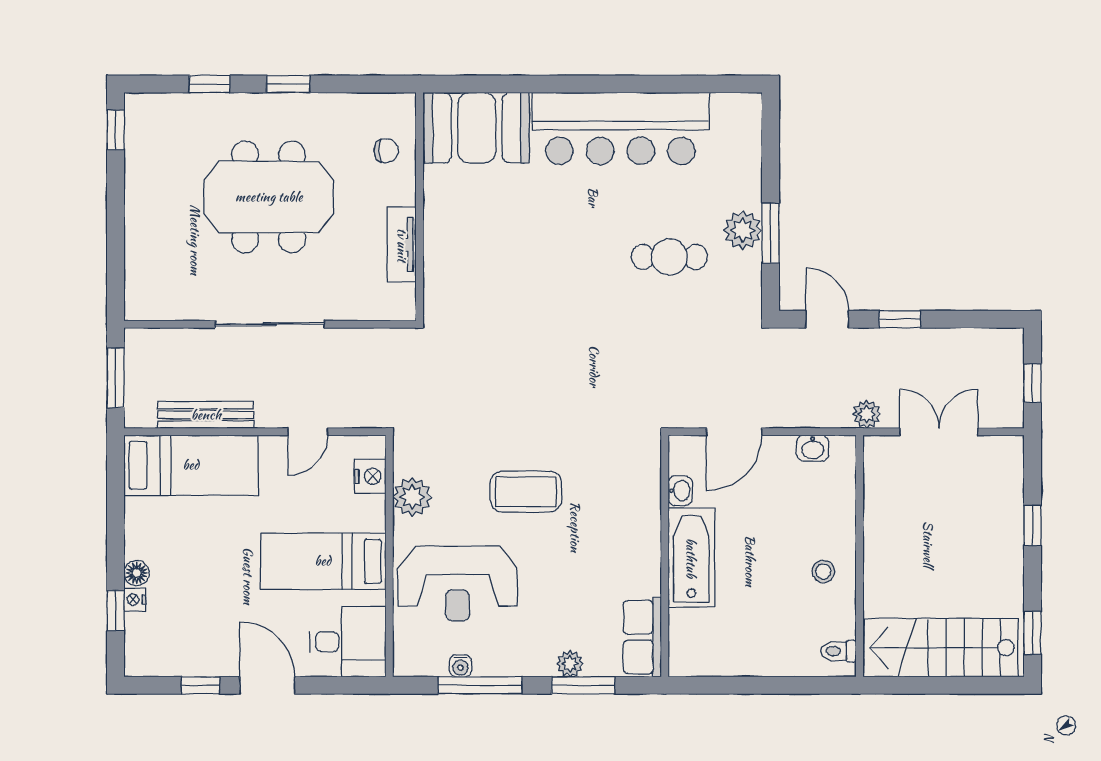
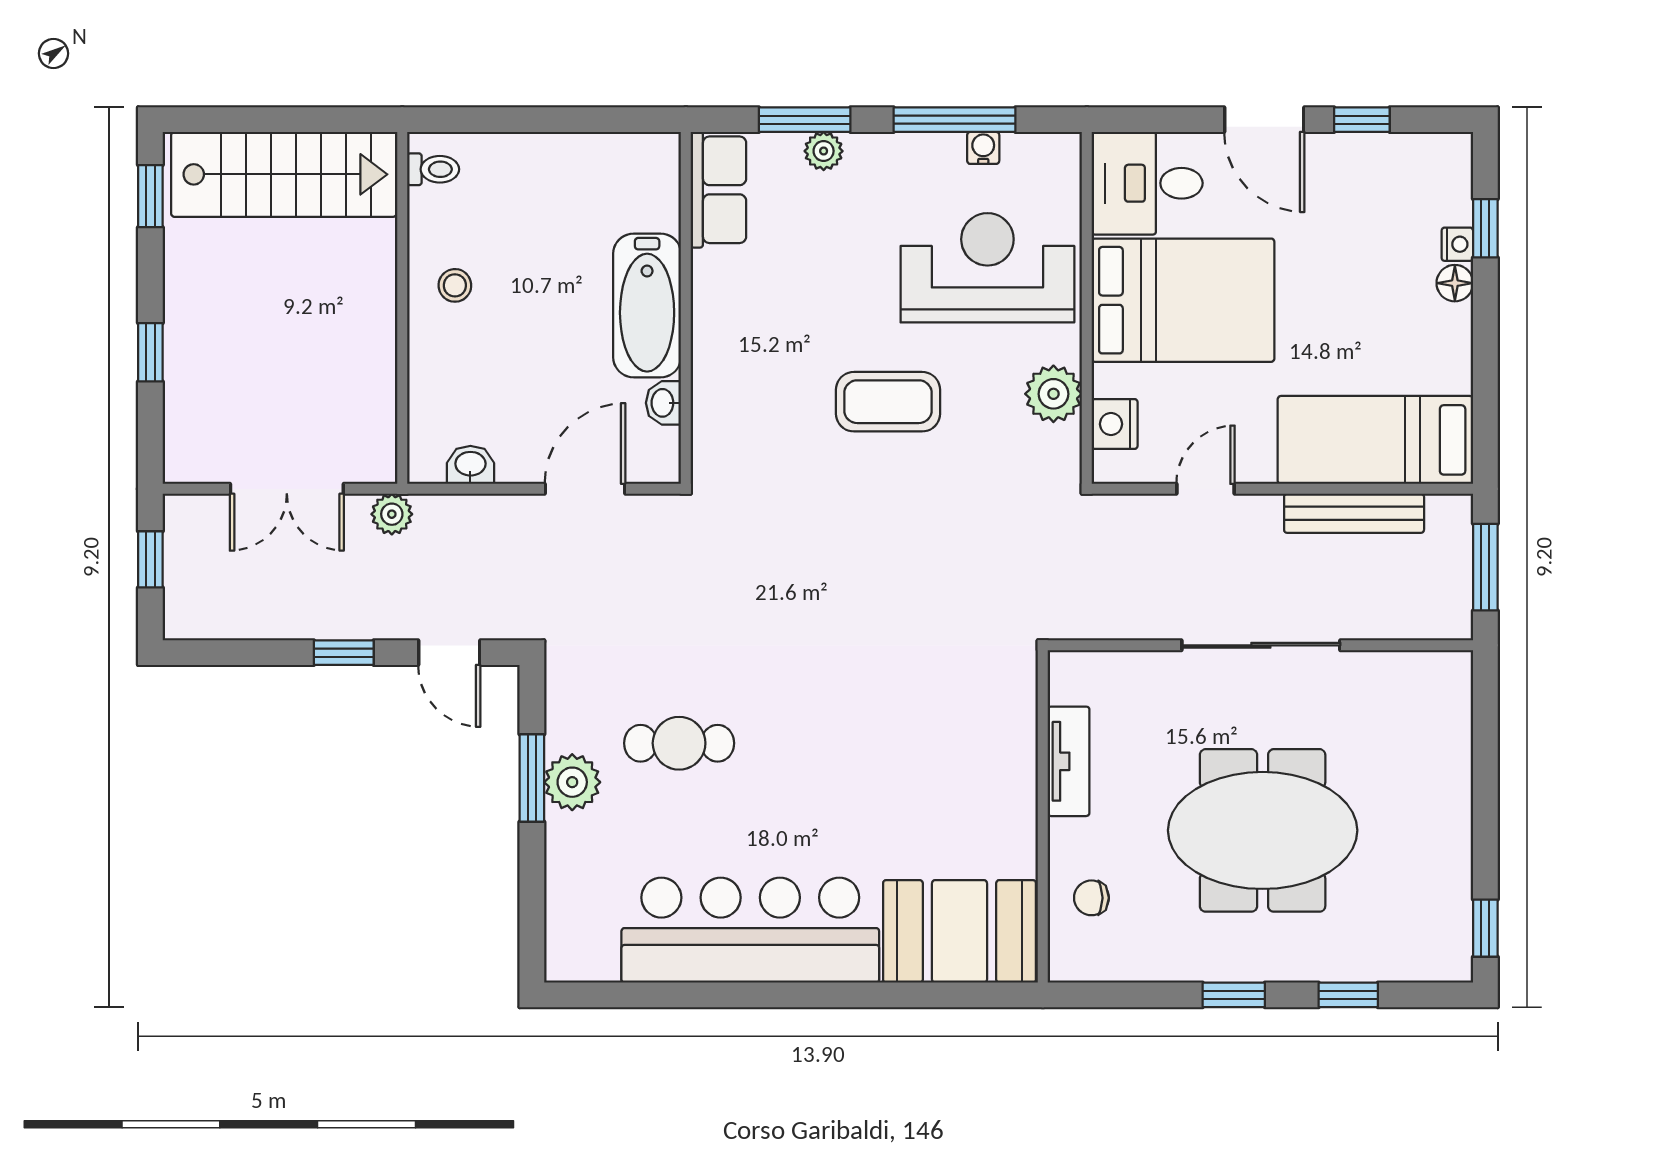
bed: (323, 561) -> (1183, 300), width x1.50

